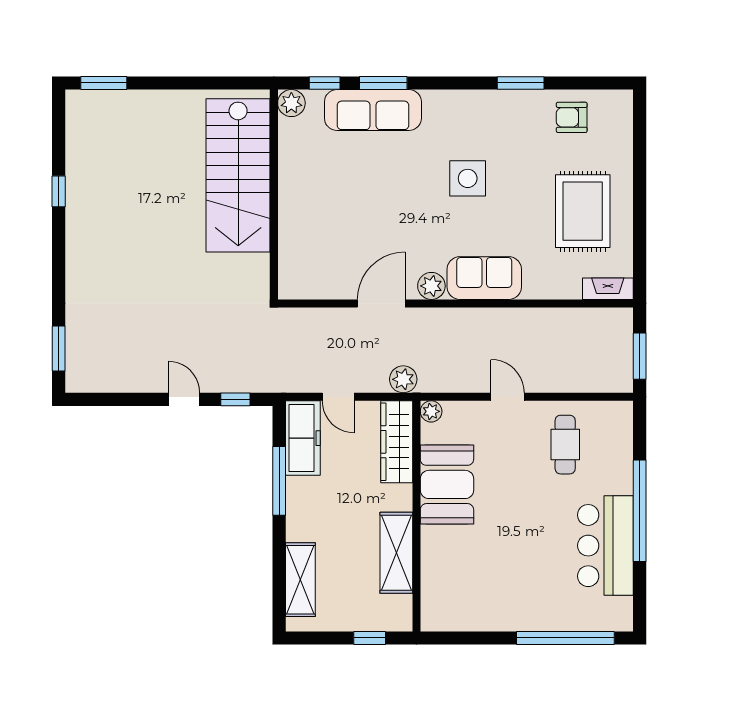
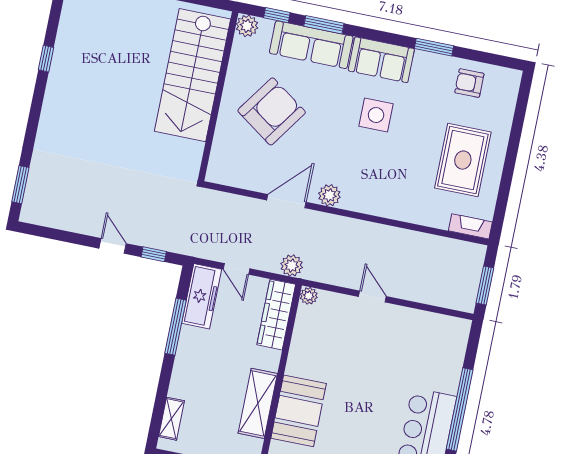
armchair: (342, 200) -> (272, 111), added
sofa: (484, 278) -> (381, 60), moved, turned 180
cafe table: (565, 445) -> (411, 344), removed
booth: (447, 484) -> (299, 411), moved
shelving: (300, 580) -> (171, 419), width x0.67, depth x0.75

